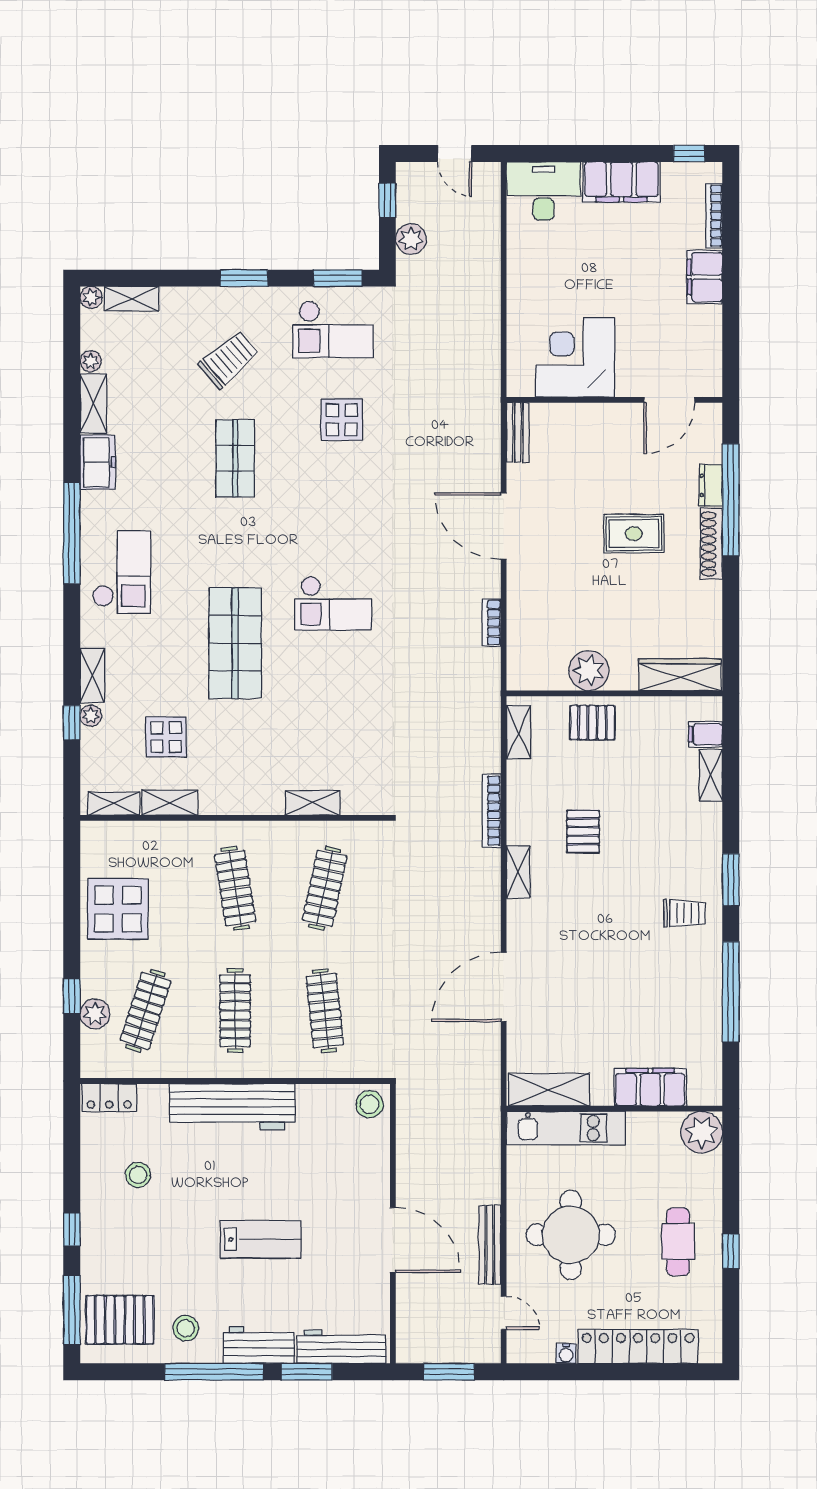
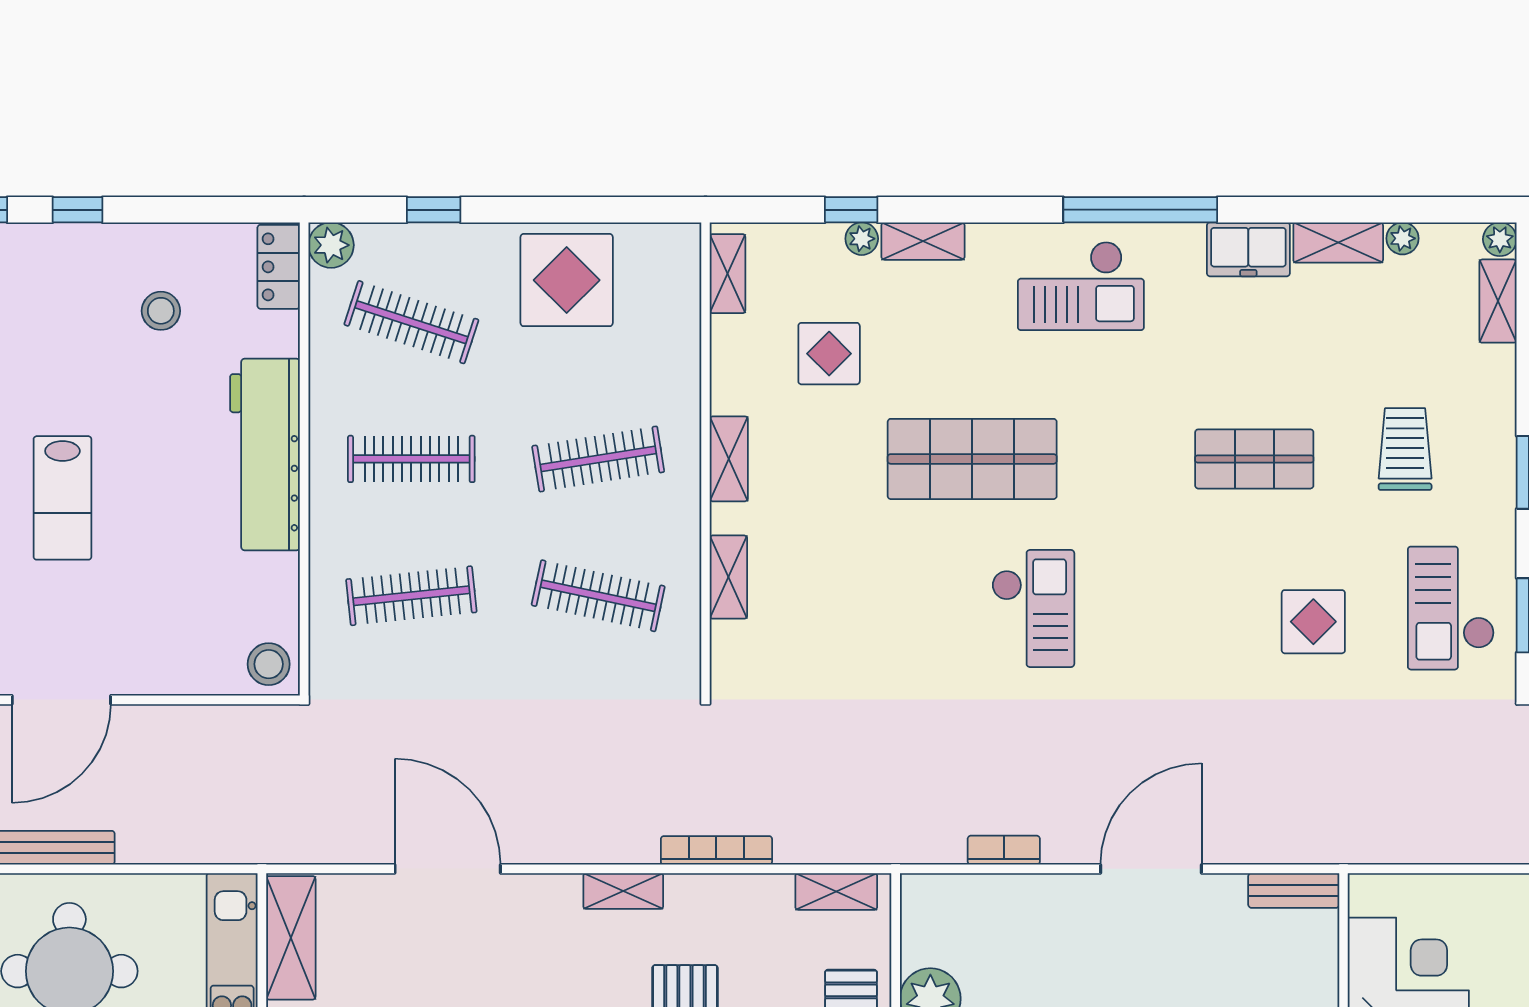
trolley: (229, 360) -> (1405, 449), turned -139
checkout: (333, 603) -> (1033, 608), turned 180
shelving: (170, 803) -> (729, 459), moved
plant: (95, 1014) -> (331, 245), moved

